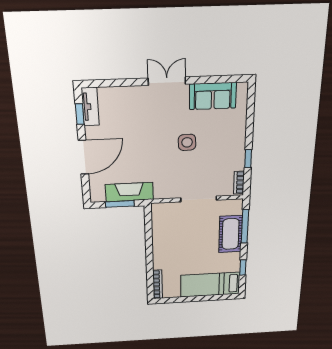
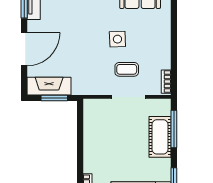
window: (248, 159) -> (174, 58), removed
coffee table: (197, 172) -> (127, 69), added
fireplace: (129, 192) -> (49, 86), moved

